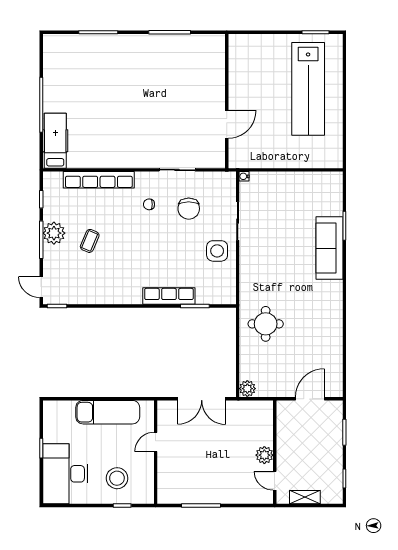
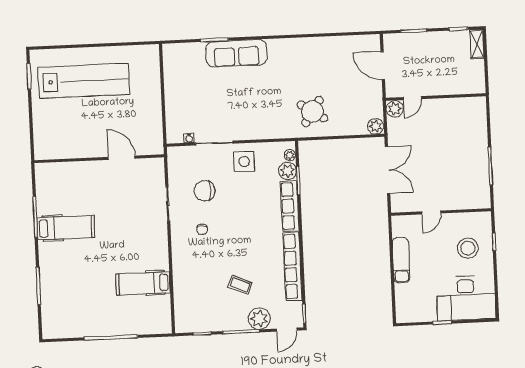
hospital bed: (157, 63) -> (66, 228), added
hospital bed: (55, 141) -> (143, 283), moved
water cooler: (244, 176) -> (189, 138), moved
row of seats: (99, 180) -> (293, 266), moved, turned 180
chair: (189, 209) -> (205, 191), turned 180
plant: (54, 233) -> (259, 319), moved
plant: (205, 295) -> (288, 171), added
plant: (222, 298) -> (290, 155), added
round table: (266, 324) -> (312, 111), turned 33
exam couch: (108, 412) -> (401, 260), width x0.73, depth x0.69
door: (156, 442) -> (431, 212), hinge flipped
plant: (264, 455) -> (395, 109), moved
door: (275, 481) -> (412, 98), moved
shelving: (305, 497) -> (477, 44), moved

